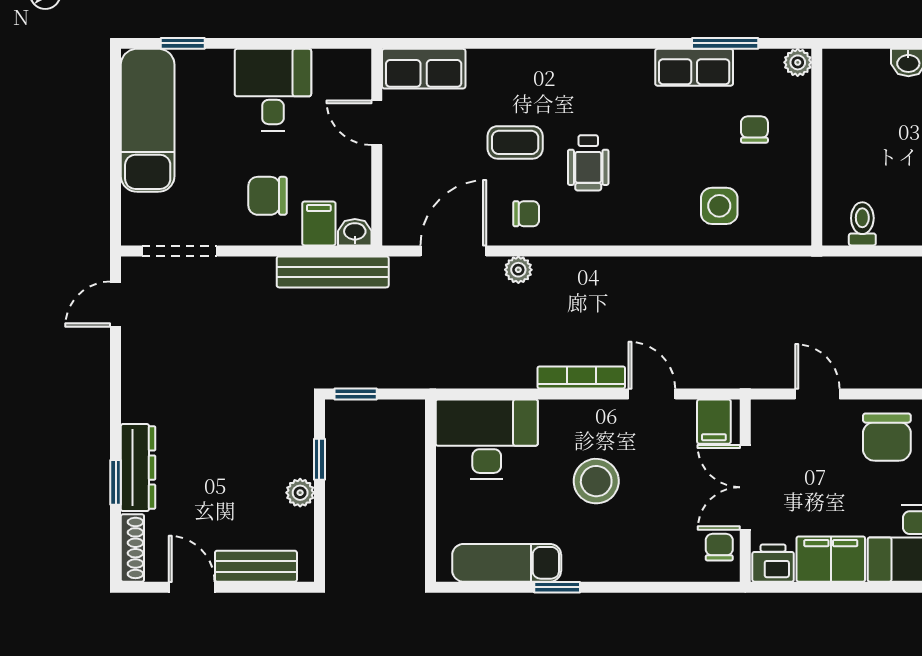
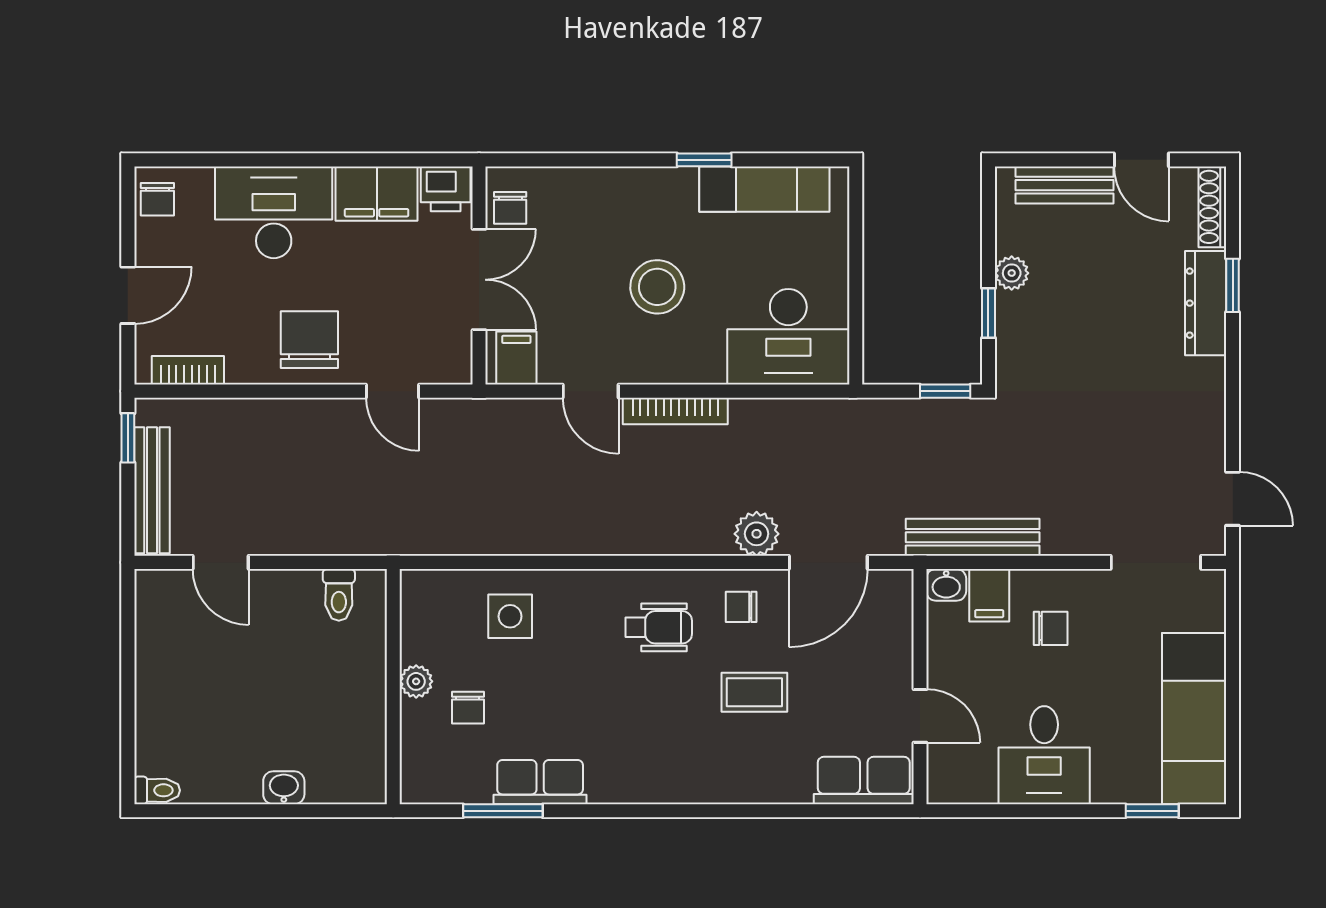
plant: (798, 62) -> (416, 681), moved
wheelchair: (588, 163) -> (659, 627), moved, turned 90
chair: (268, 196) -> (1051, 628), width x0.73, depth x0.73
plant: (518, 270) -> (757, 534), width x1.38, depth x1.38
door: (116, 304) -> (1233, 499), hinge flipped

